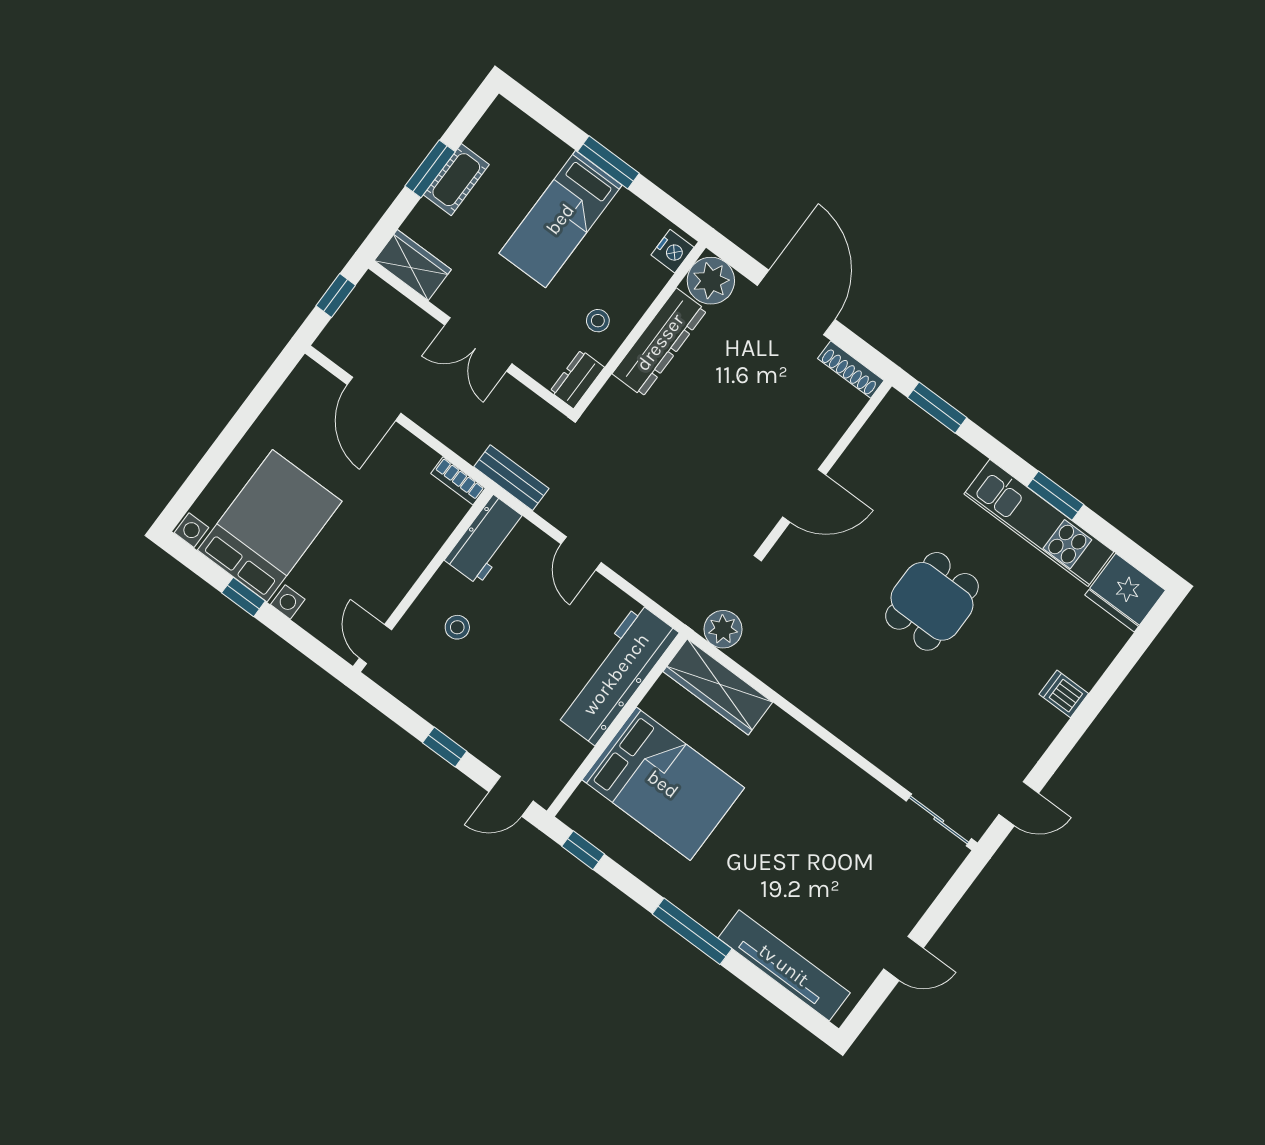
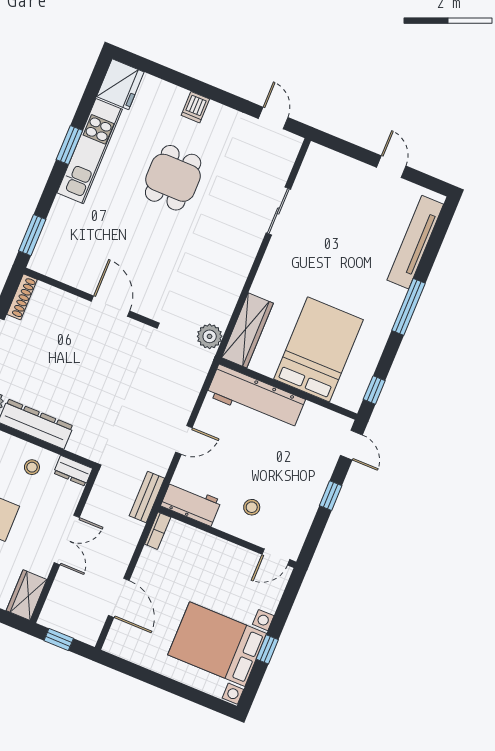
door: (374, 399) -> (119, 598), hinge flipped
dining table: (932, 601) -> (173, 178), moved, turned 90
sliding door: (939, 820) -> (278, 211), moved

